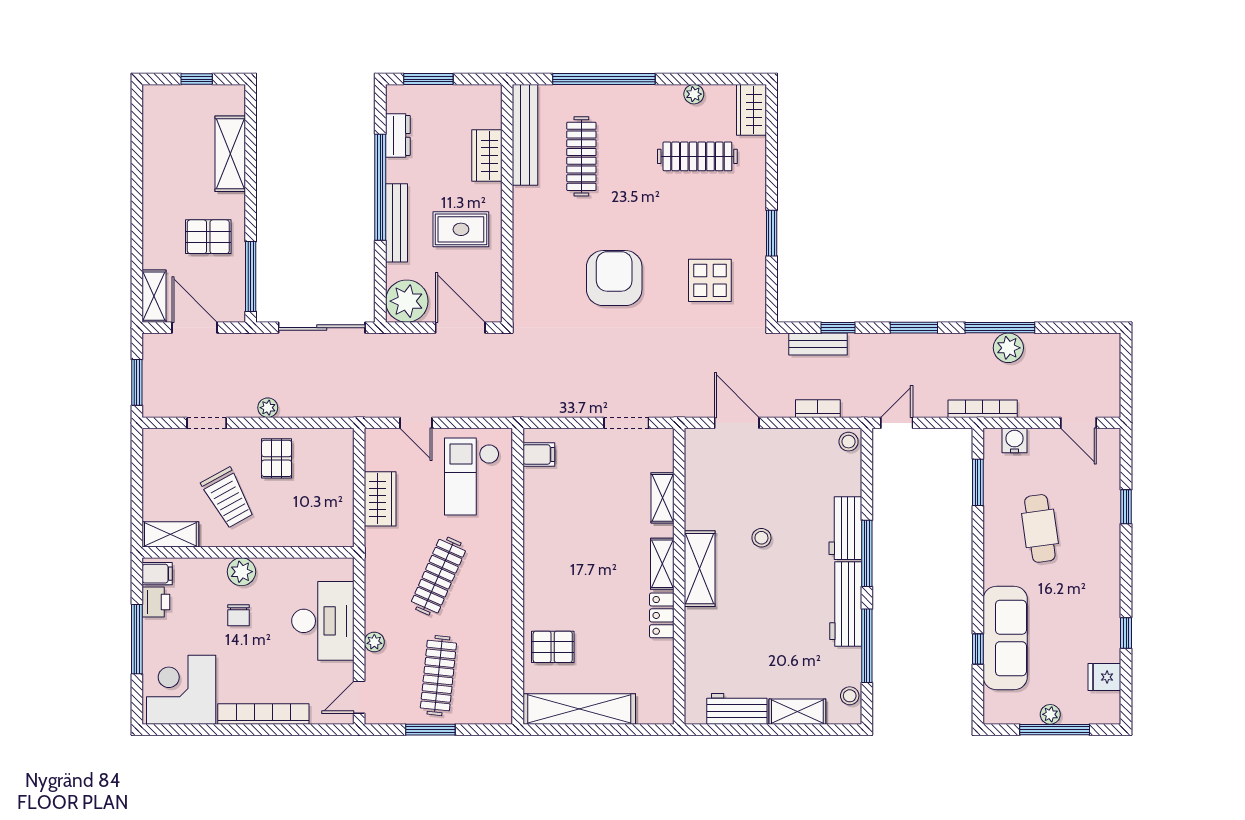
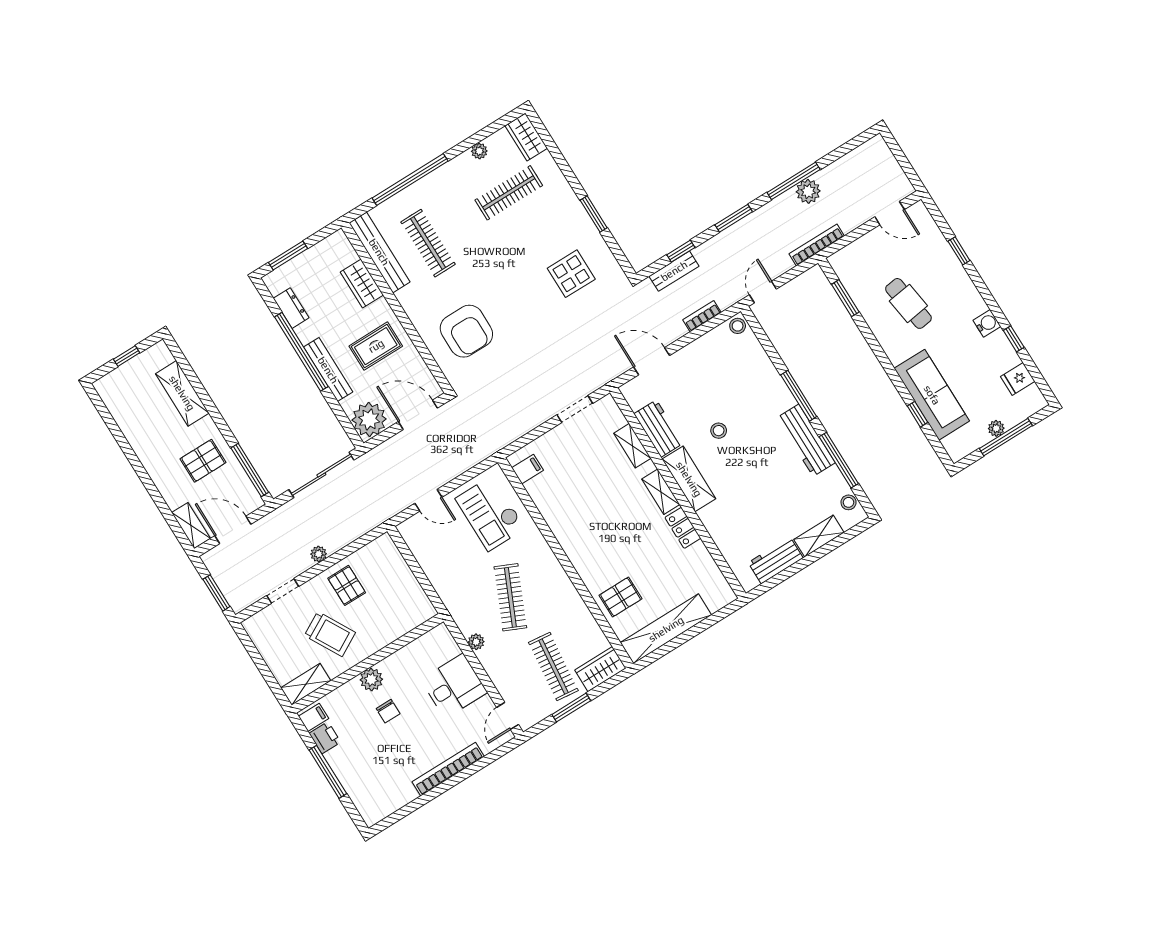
armchair: (614, 278) -> (466, 331), moved, turned 180
water cooler: (1014, 441) -> (987, 323), moved, turned 90
wardrobe: (380, 499) -> (600, 669), moved, turned -90
workbench: (845, 528) -> (659, 429), moved, turned 180
desk: (323, 621) -> (454, 686), width x0.73
plant: (374, 642) -> (476, 642), moved
corner desk: (181, 690) -> (380, 788), removed

